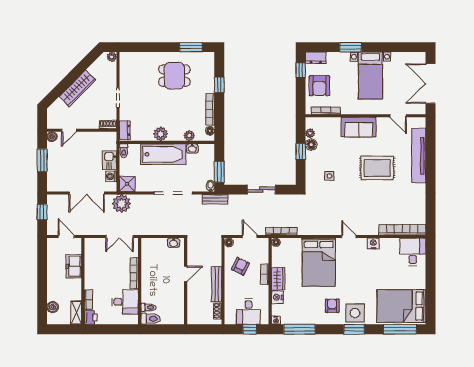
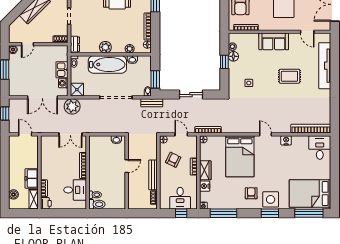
rug: (377, 168) -> (289, 76), width x0.73, depth x0.70
freezer: (74, 266) -> (32, 178), moved

